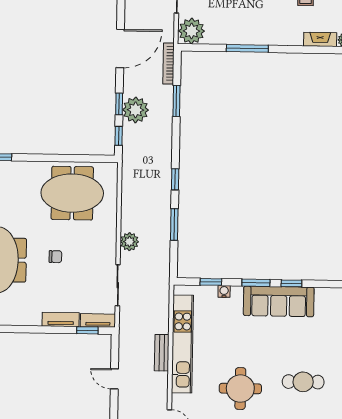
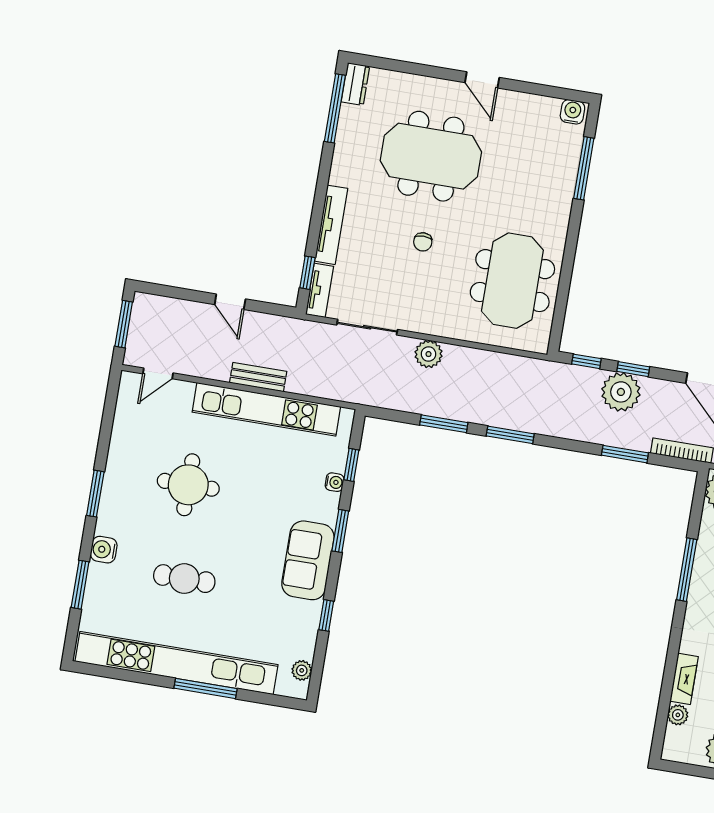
window: (175, 179) -> (510, 435), width x1.50
window: (291, 283) -> (326, 615), moved
sofa: (279, 301) -> (308, 560), width x0.73
tv unit: (61, 319) -> (331, 225), width x1.41
door: (114, 379) -> (230, 302), swing flipped
cafe table: (303, 382) -> (184, 579), turned 90

